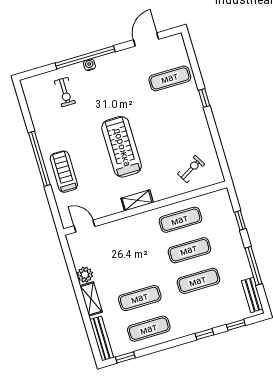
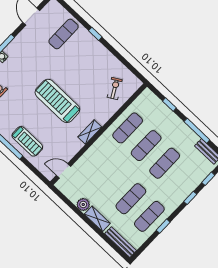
treadmill: (64, 172) -> (27, 141), turned 180
window: (125, 357) -> (163, 226), moved

